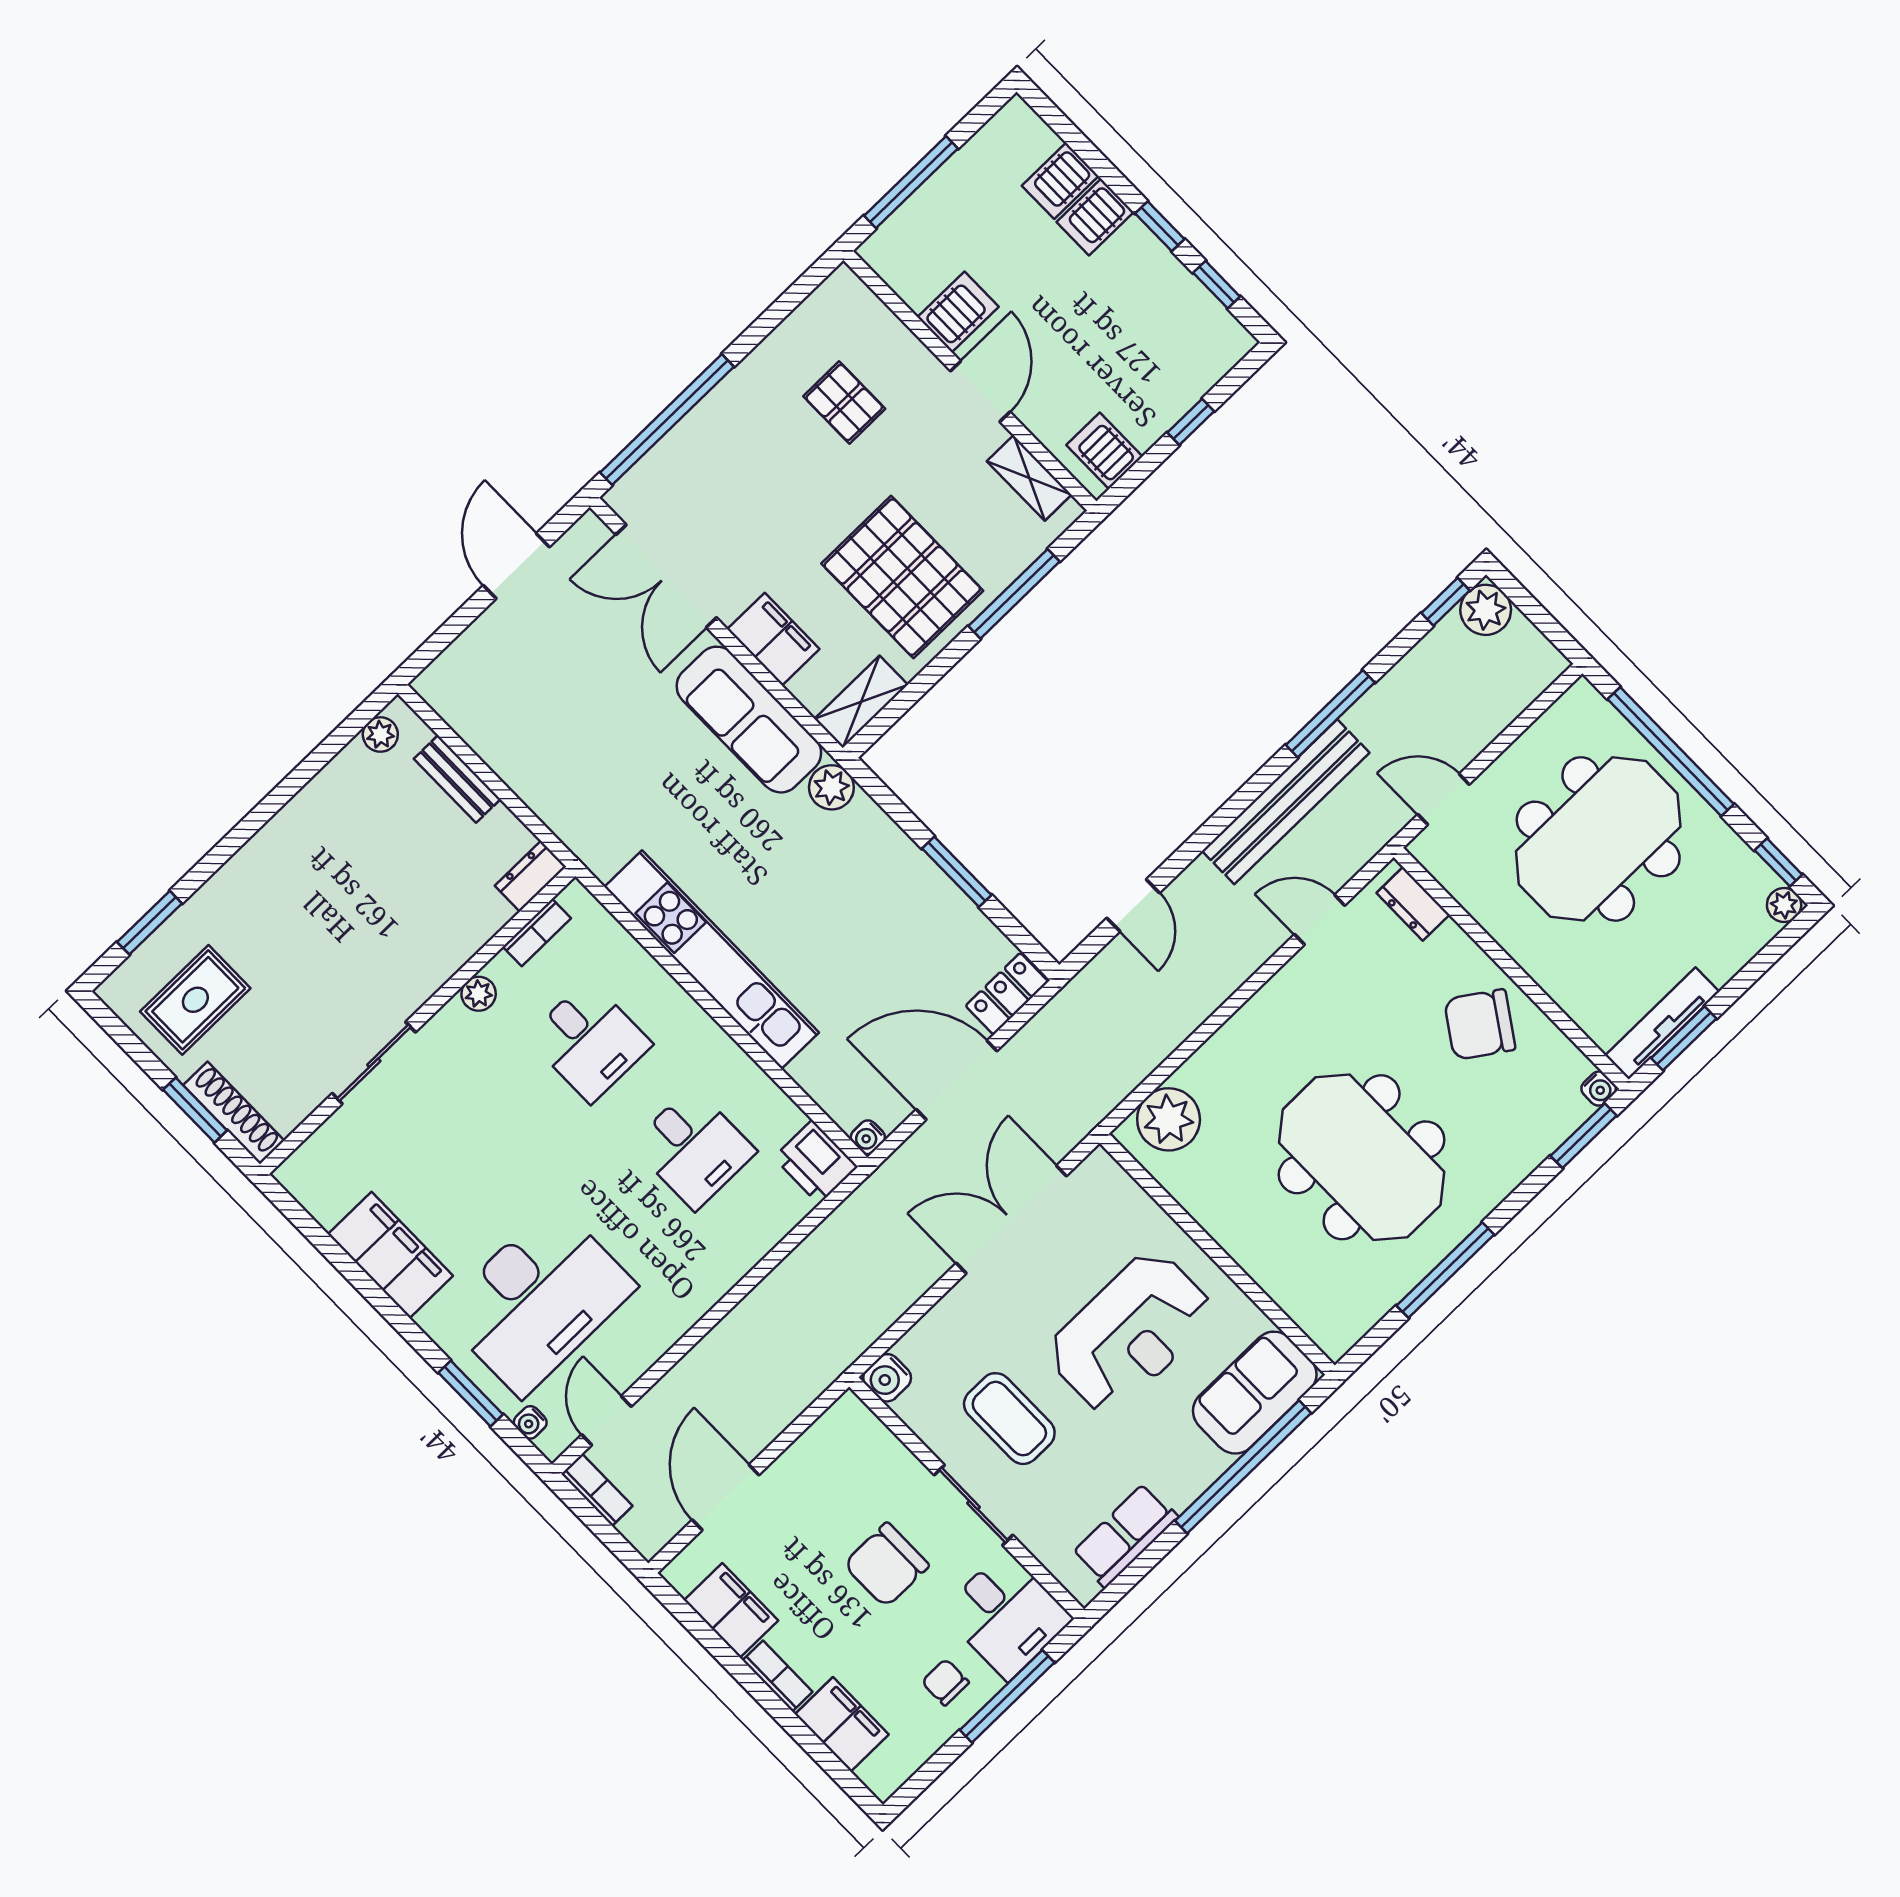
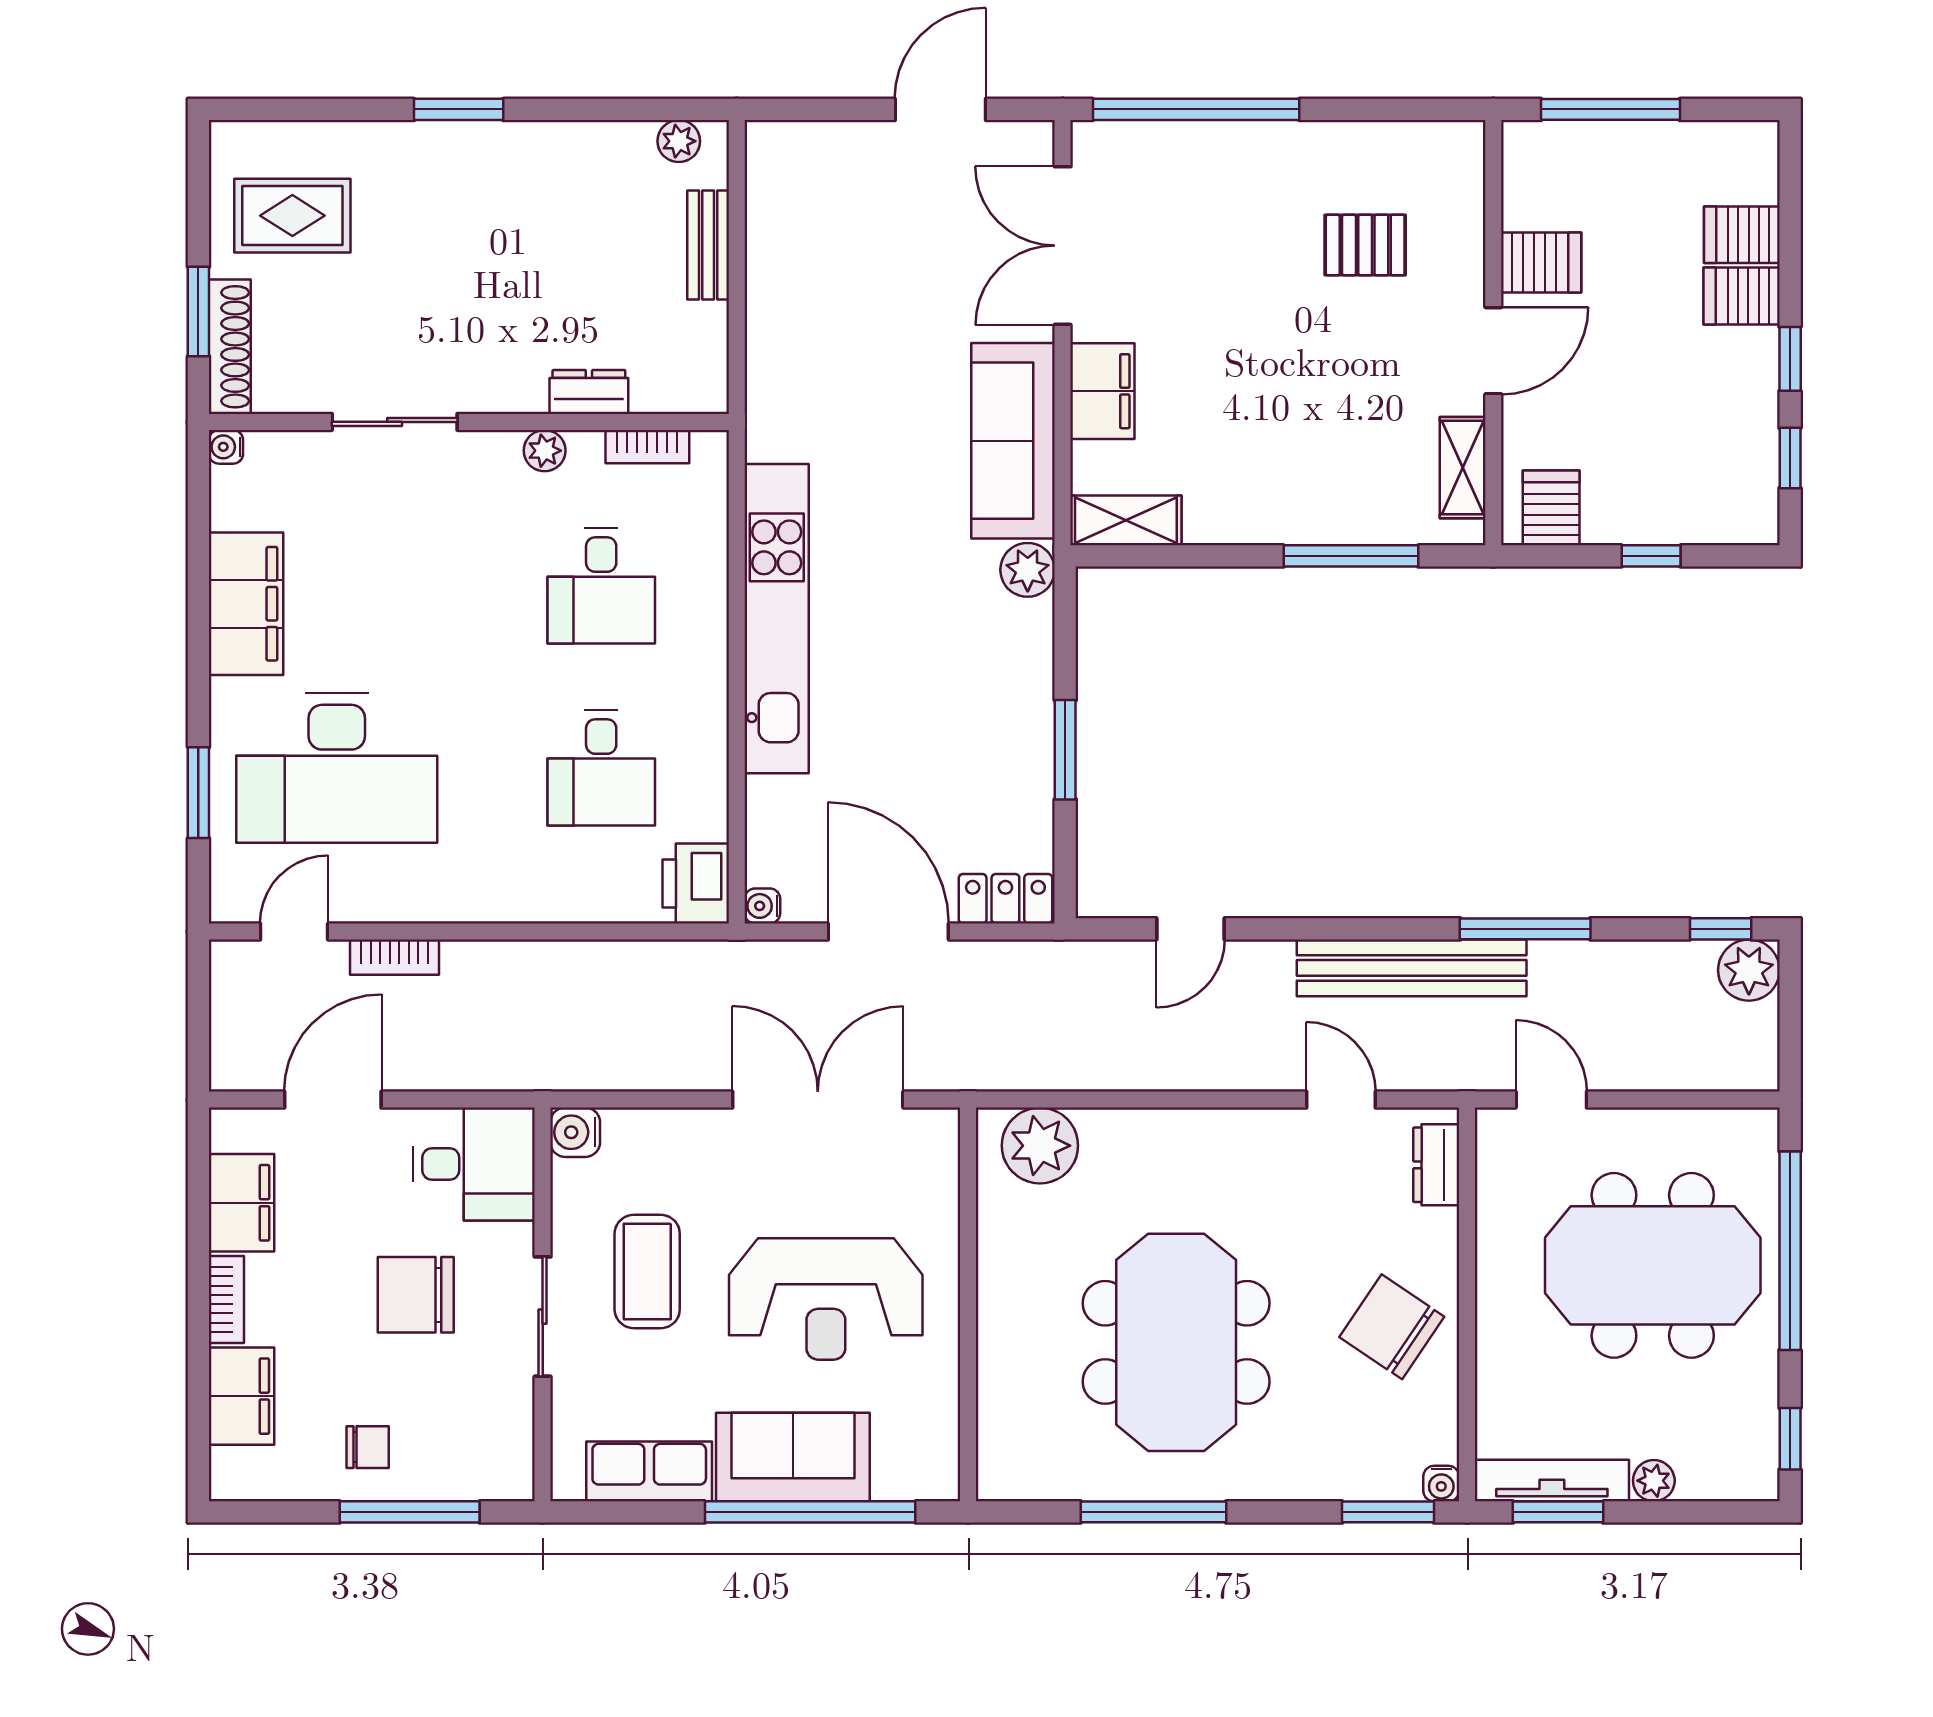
pallet: (844, 403) -> (1365, 245), turned 90
pallet: (902, 577) -> (1268, 447), removed
dresser: (530, 876) -> (589, 392), moved
plant: (1784, 905) -> (1654, 1481), moved
window: (150, 923) -> (459, 109), moved
sofa: (1255, 1393) -> (793, 1457), moved
water cooler: (530, 1422) -> (226, 447), moved
bookcase: (597, 1490) -> (394, 957), moved, turned 90
desk: (1007, 1615) -> (474, 1164), moved, turned -90
chair: (945, 1682) -> (368, 1447), turned 90

